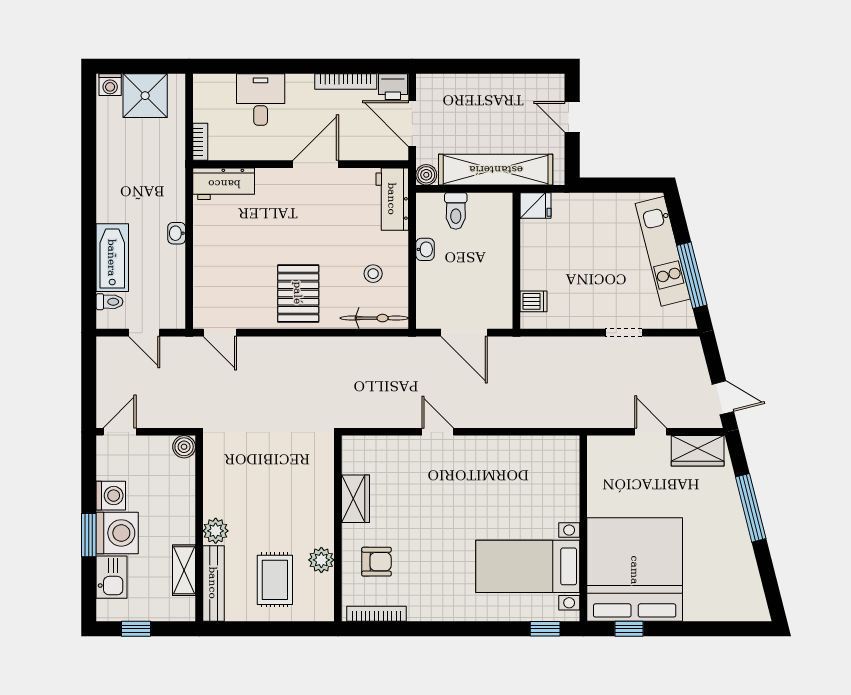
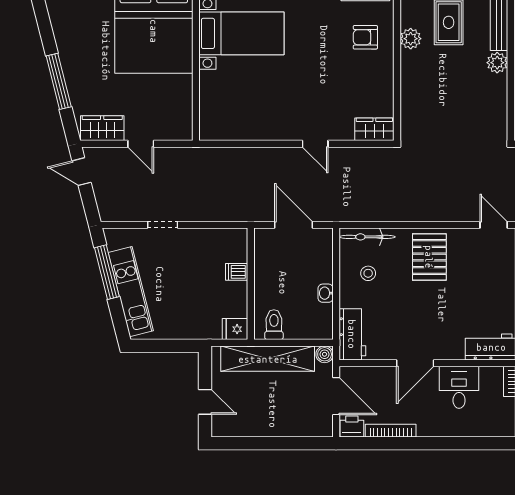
desk: (261, 99) -> (459, 387), moved, turned 180
toilet: (456, 211) -> (274, 325), moved
dishwasher: (533, 301) -> (237, 272), moved
wardrobe: (355, 499) -> (374, 129), moved, turned 90

